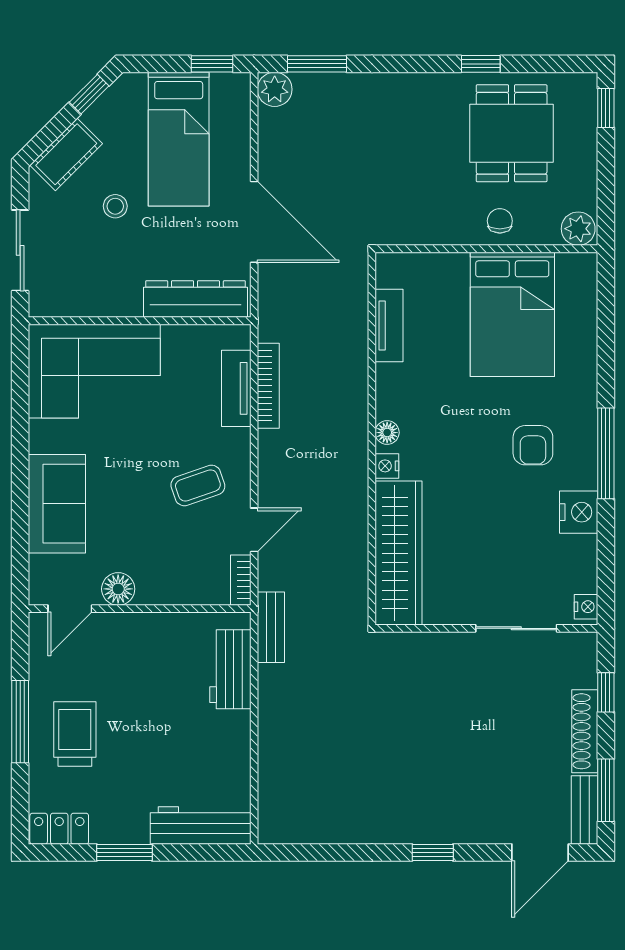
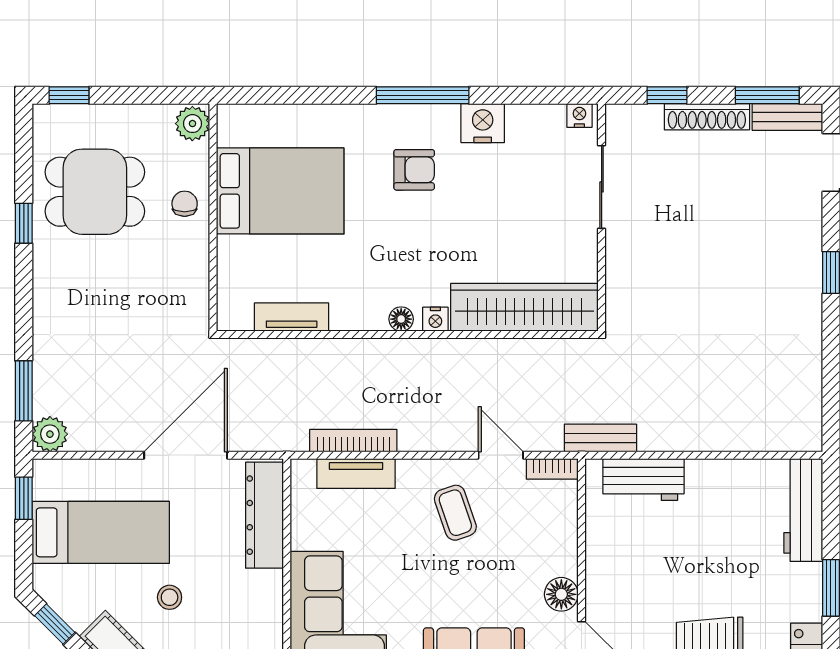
chair: (500, 221) -> (185, 204), turned 90

